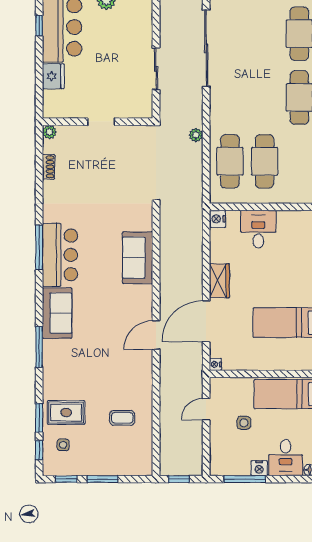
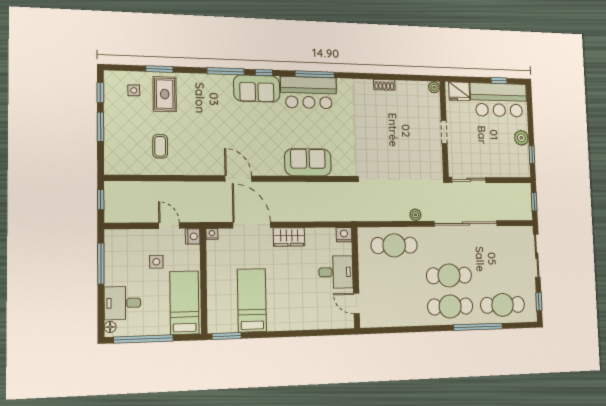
sliding door: (206, 48) -> (466, 224), moved
wall: (98, 122) -> (444, 129), moved
doorway: (101, 122) -> (444, 132), moved
plant: (49, 132) -> (434, 87), moved
cafe table: (265, 161) -> (449, 275), moved
door: (293, 207) -> (356, 303), added
window: (39, 450) -> (264, 73), moved
nightstand: (259, 468) -> (193, 236), moved, turned 180

